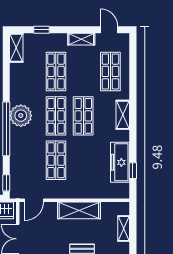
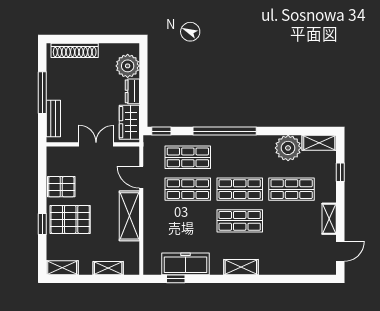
shop shelf: (110, 71) -> (188, 157), moved
plant: (21, 116) -> (288, 148), moved
door: (34, 200) -> (141, 177), moved

